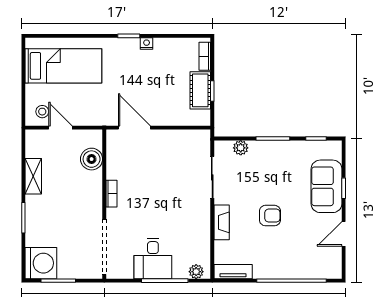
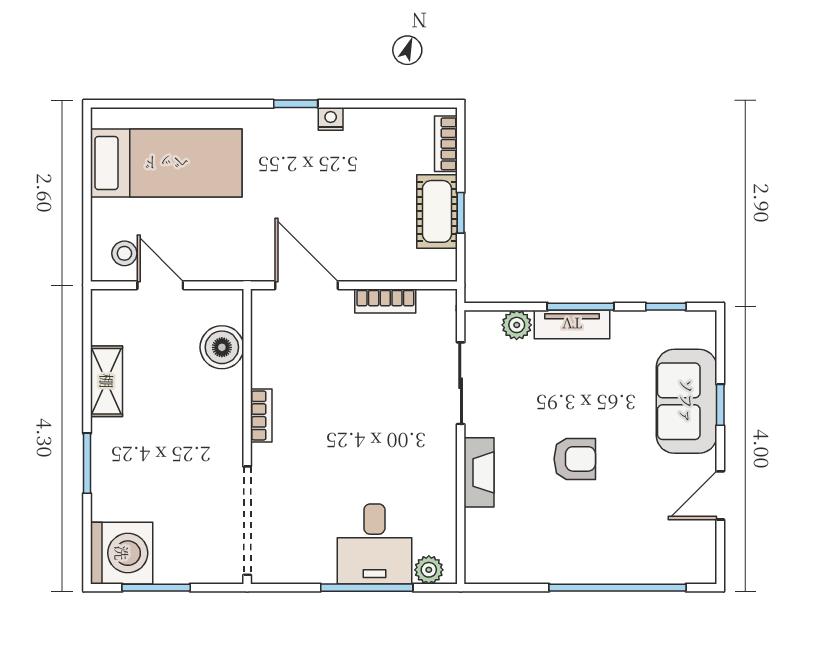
bookcase: (174, 136) -> (385, 301), added
desk: (153, 259) -> (374, 544), moved
tv unit: (233, 272) -> (572, 324), moved, turned 180

